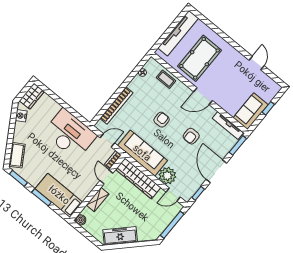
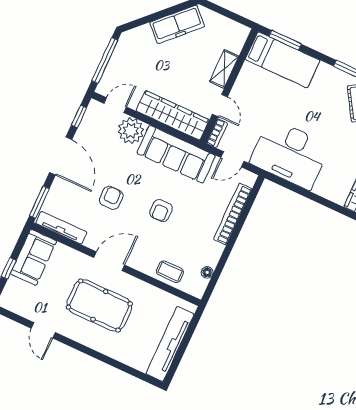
pool table: (199, 58) -> (99, 305), moved, turned 90
window: (41, 197) -> (285, 40), moved
boiler: (81, 220) -> (241, 32), removed

